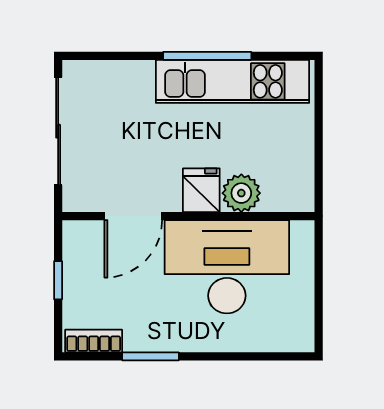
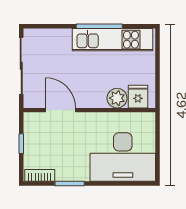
fridge: (201, 190) -> (138, 97), moved
door: (133, 216) -> (61, 110), swing flipped
desk: (227, 267) -> (123, 157), moved, turned 180

